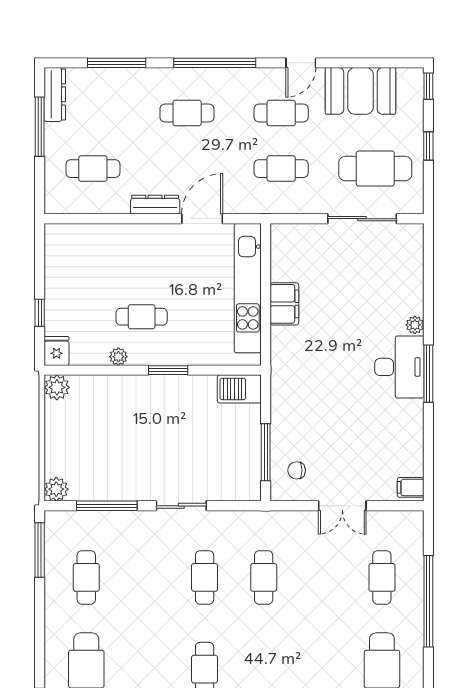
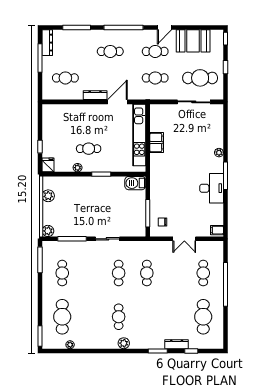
desk: (399, 367) -> (212, 188), moved
plant: (57, 387) -> (48, 196), moved

